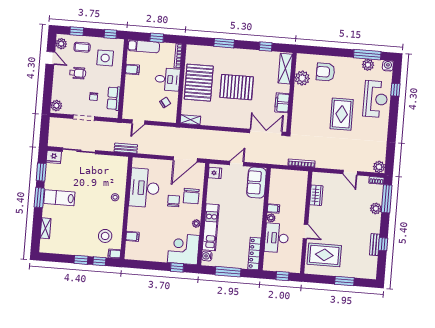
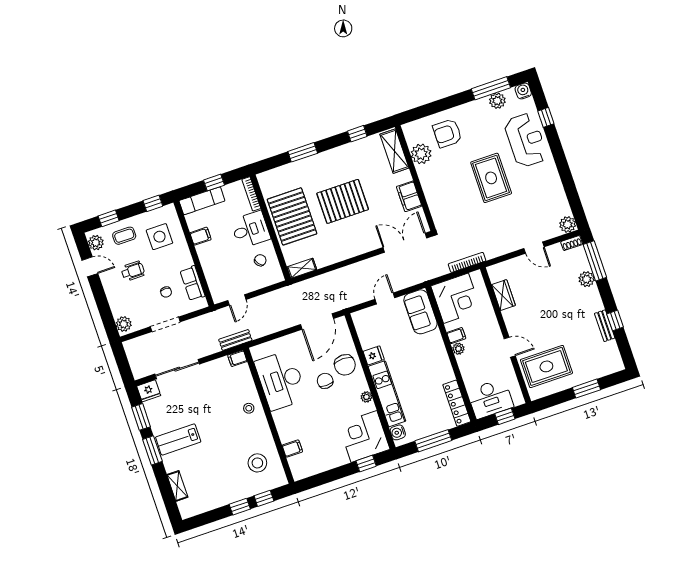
fridge: (215, 173) -> (374, 355), moved
corner desk: (284, 184) -> (456, 298), added
desk: (277, 238) -> (490, 399), moved, turned -90
filing cabinet: (114, 254) -> (237, 358), moved

